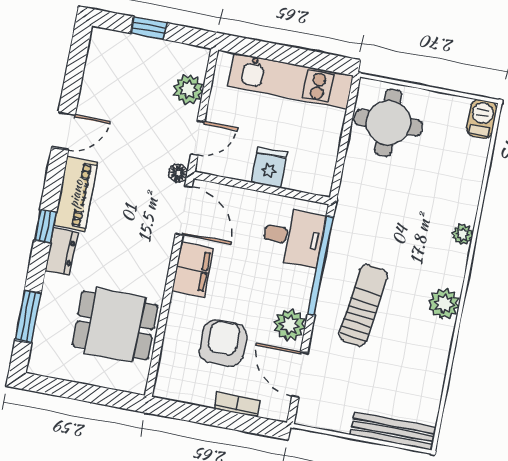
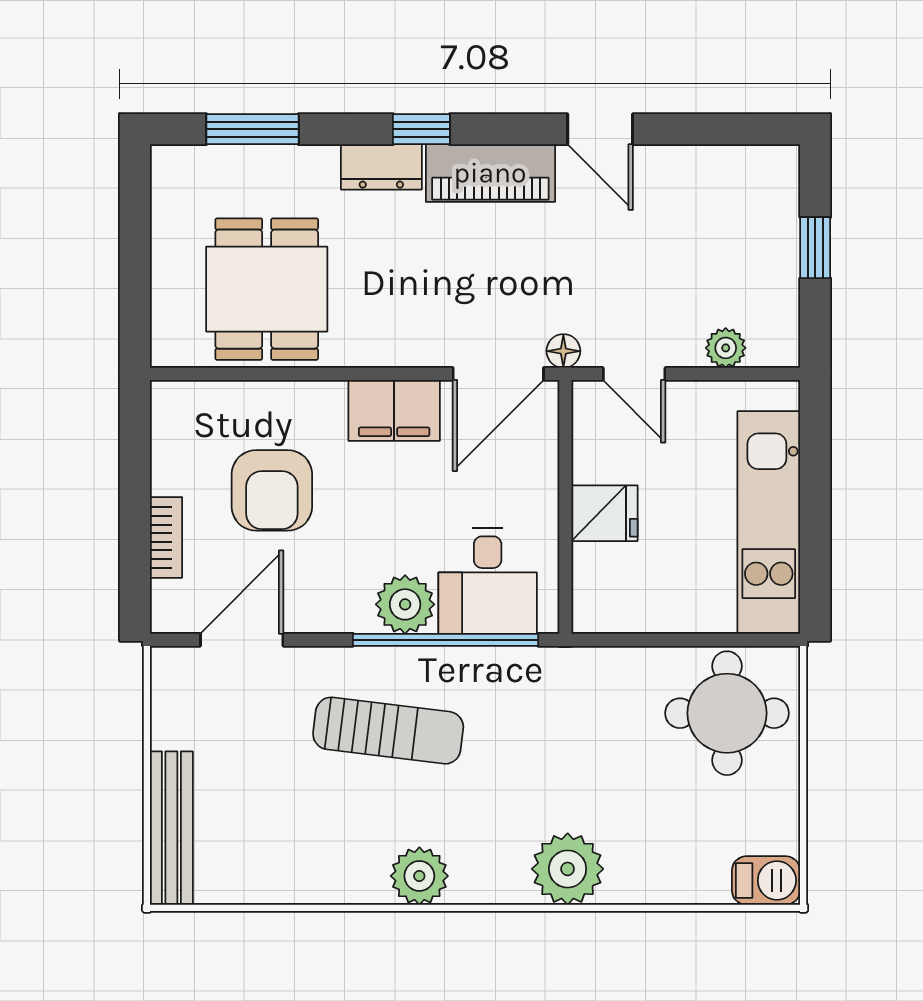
plant: (188, 89) -> (726, 348), width x0.73, depth x0.73
plant: (463, 234) -> (568, 869), width x1.87, depth x1.87
plant: (290, 325) -> (405, 604), moved
armchair: (223, 343) -> (272, 490), turned 90

